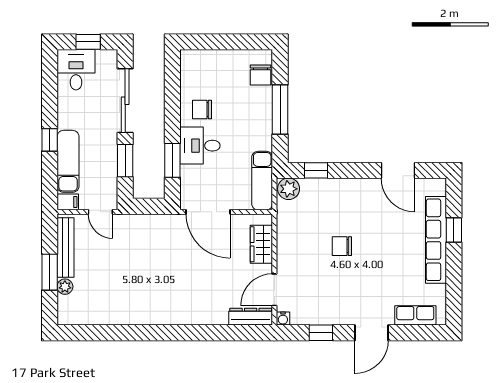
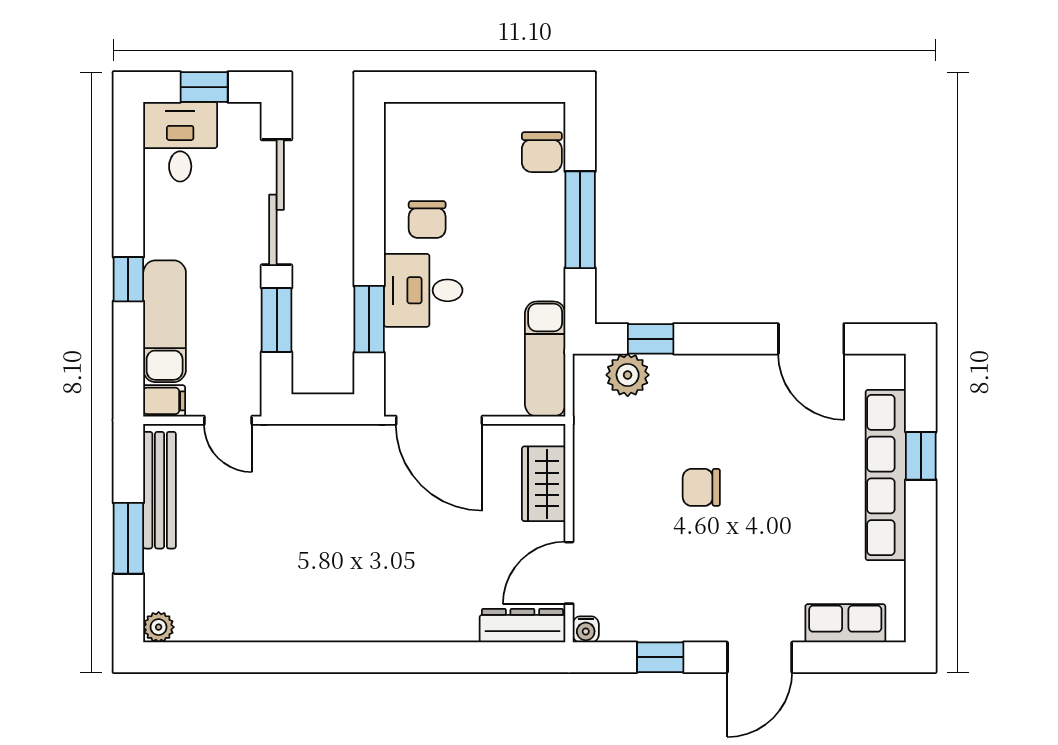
chair: (202, 109) -> (427, 220), turned -90
plant: (289, 189) -> (628, 375), moved
plant: (65, 287) -> (159, 627), moved

